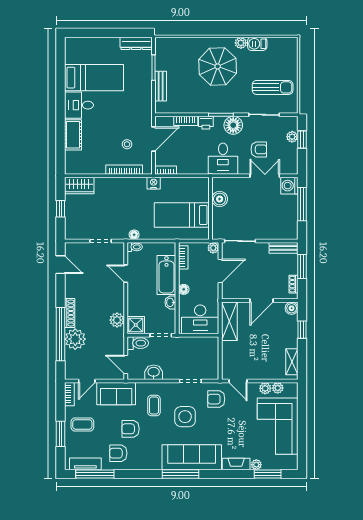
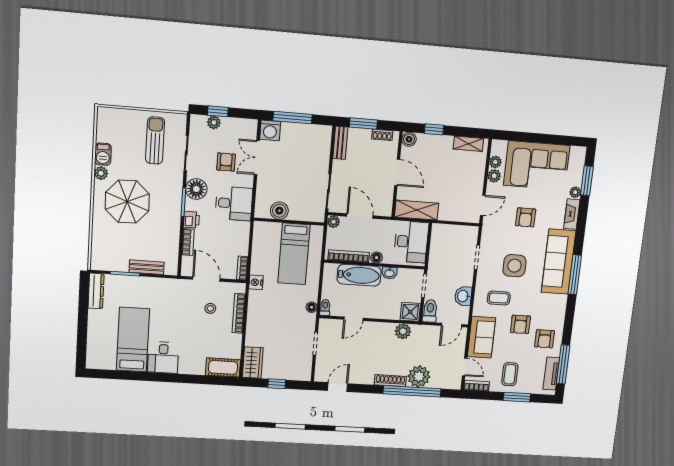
cot: (73, 135) -> (223, 367), moved
bookcase: (183, 257) -> (349, 256), width x1.56
armchair: (216, 399) -> (526, 217), moved

